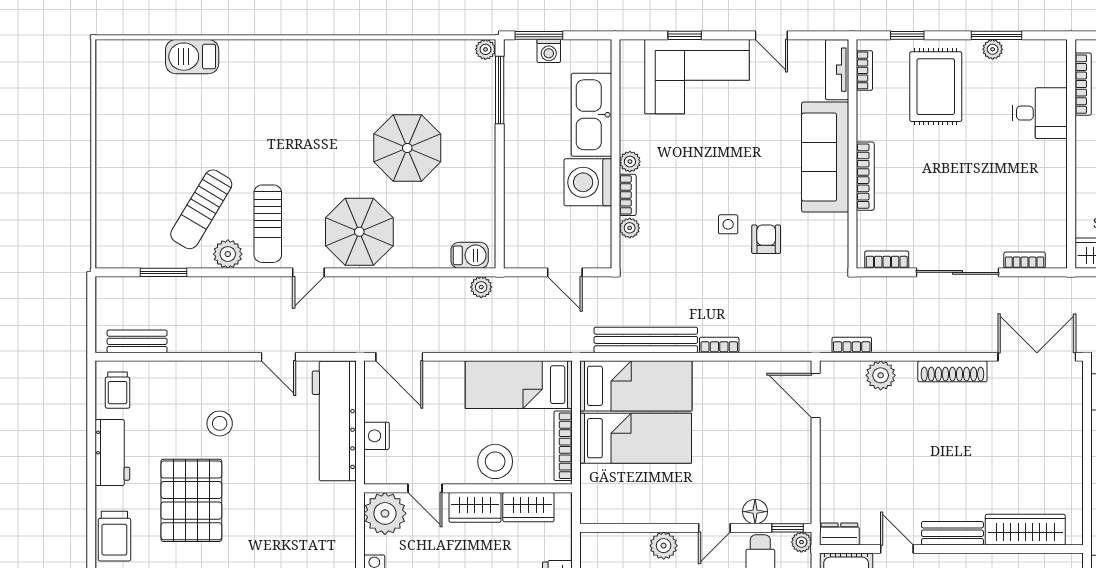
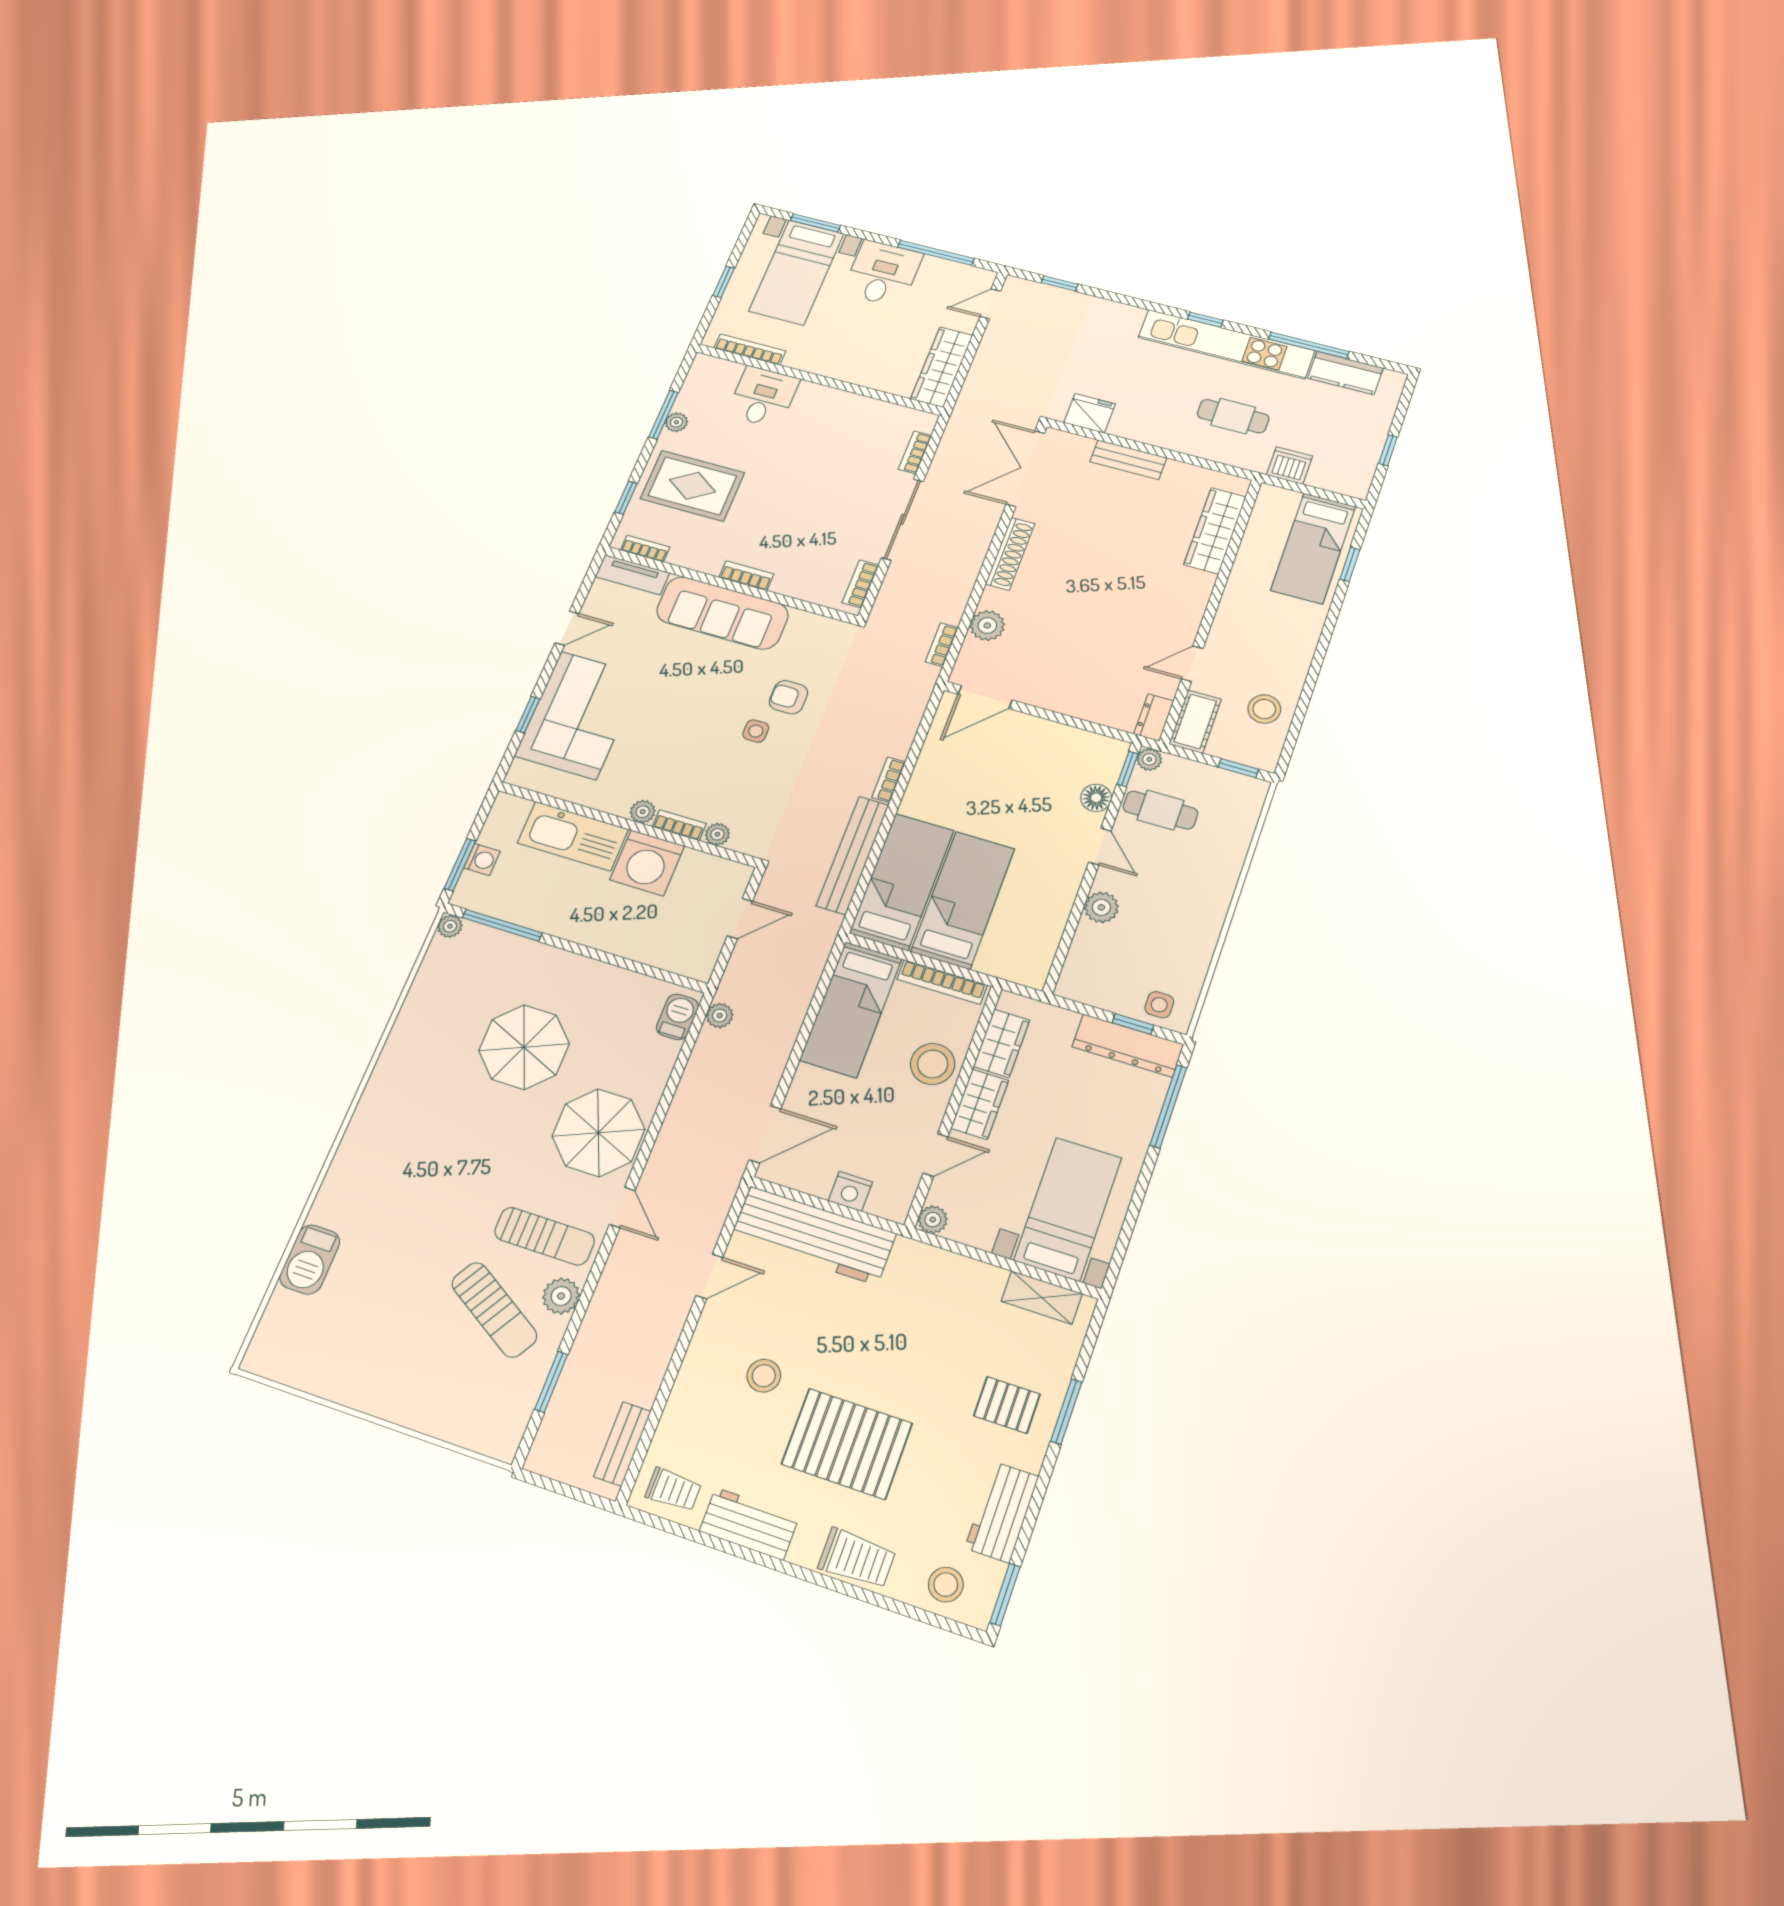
bookcase: (865, 176) -> (746, 576), width x0.64
plant: (385, 513) -> (933, 1220), width x0.53, depth x0.53
bench: (952, 533) -> (1128, 460), moved, turned 90

